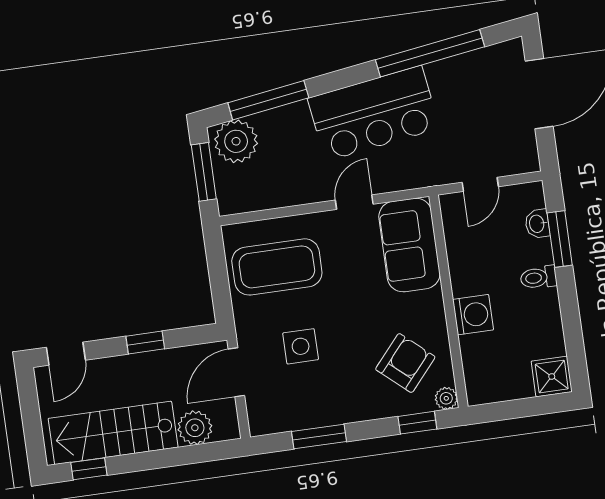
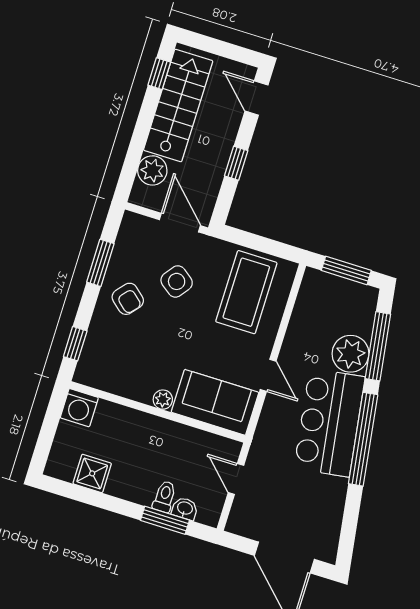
window: (430, 53) -> (363, 439), moved
plant: (236, 141) -> (350, 354), moved
toilet: (538, 278) -> (164, 497), moved
washing machine: (473, 315) -> (79, 408), moved
side table: (301, 346) -> (177, 281), turned 37
armchair: (405, 363) -> (128, 299), moved, width x0.72, depth x0.72
shower: (552, 377) -> (92, 473), moved
plant: (446, 398) -> (163, 400), moved

